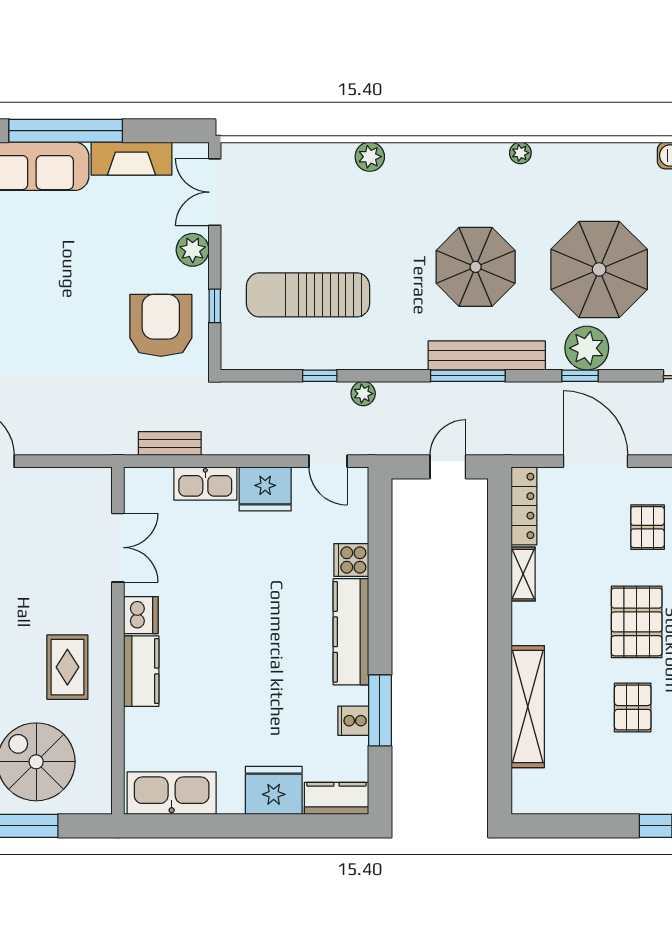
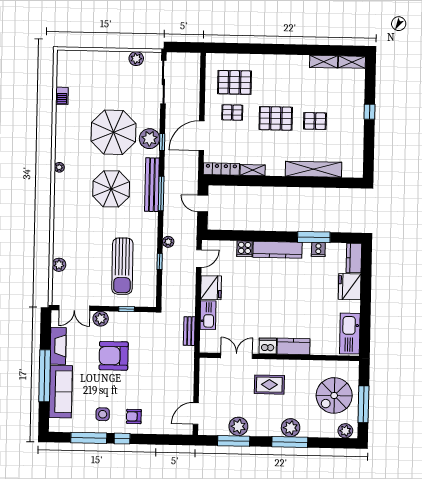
plant: (370, 157) -> (59, 265), moved
armchair: (161, 325) -> (114, 356), moved
rug: (67, 667) -> (269, 385), moved

